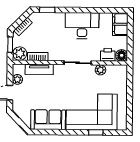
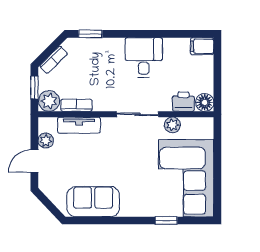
filing cabinet: (120, 24) -> (202, 46), width x0.50
desk: (82, 26) -> (144, 58), width x0.73
corner sofa: (92, 112) -> (186, 178), moved, turned -90

